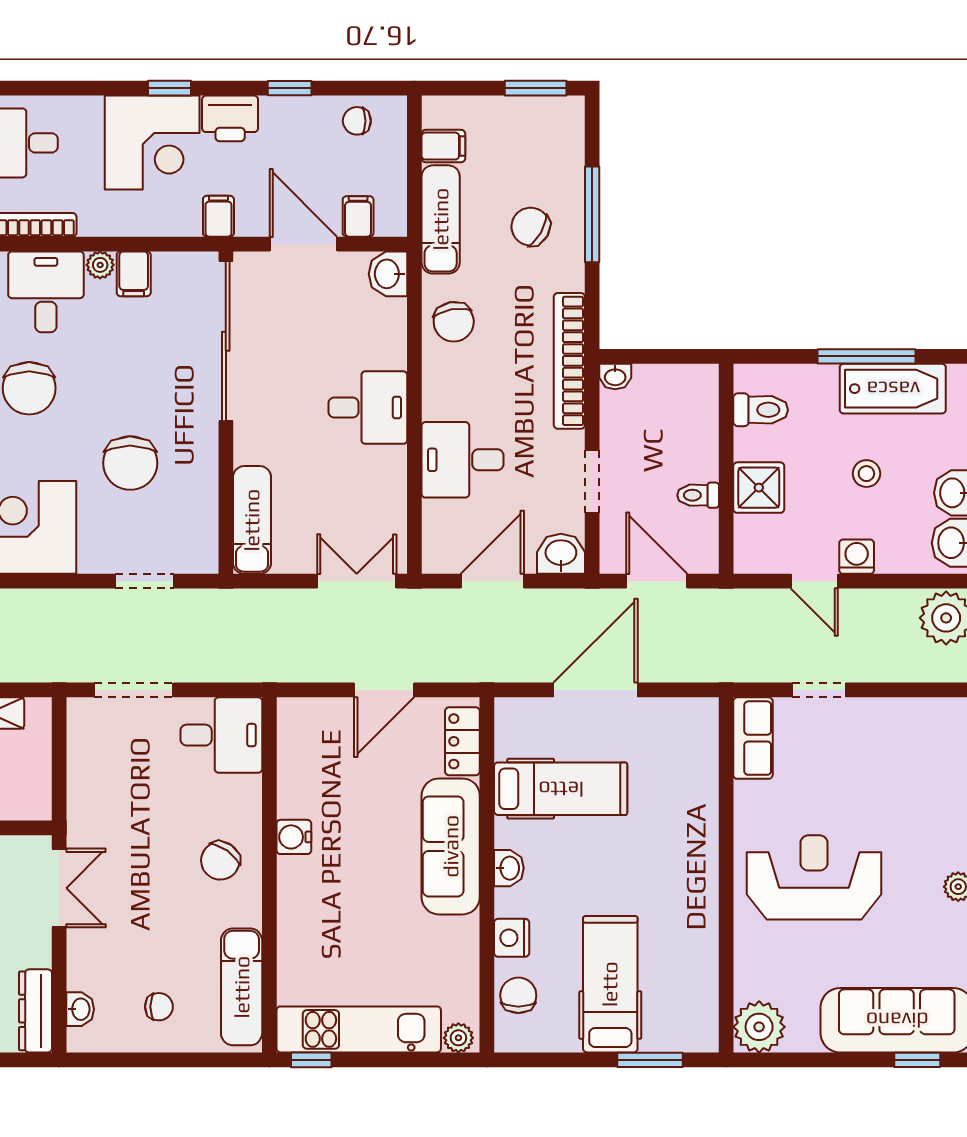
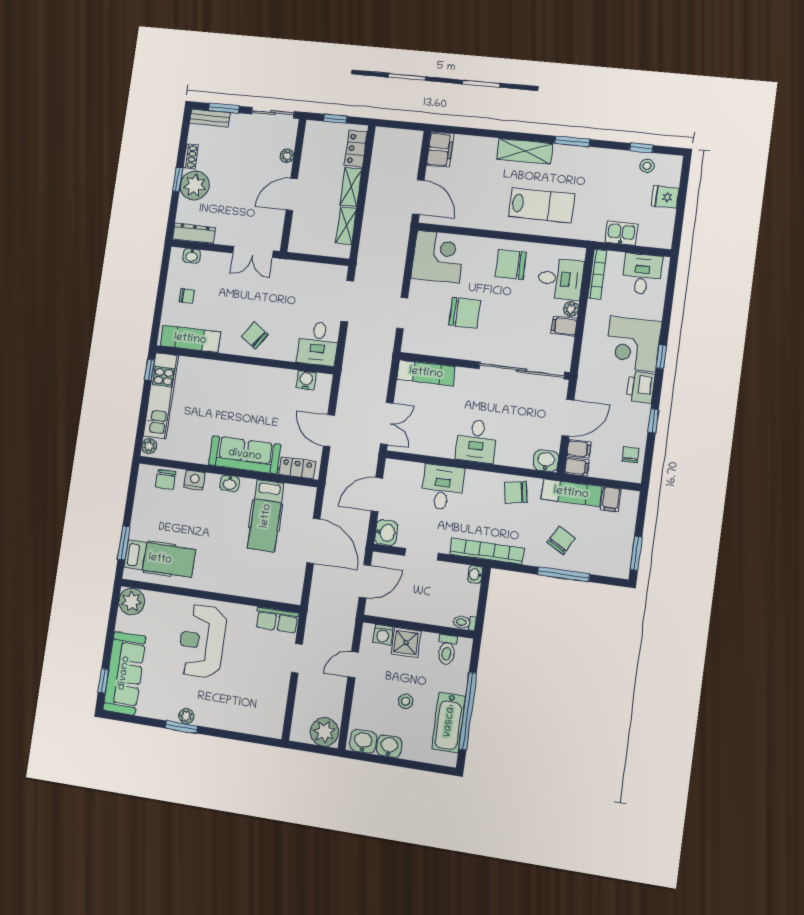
filing cabinet: (218, 216) -> (577, 467), moved
window: (867, 356) -> (468, 711), width x1.46
chair: (130, 463) -> (464, 313), turned 180
toilet: (698, 495) -> (464, 622), moved, turned -90
washing machine: (857, 557) -> (383, 635), moved, turned 90
door: (492, 581) -> (377, 495), swing flipped
water cooler: (294, 837) -> (306, 380), moved
reception desk: (814, 877) -> (202, 641), turned 180
hospital bed: (610, 984) -> (160, 559), moved
chair: (518, 995) -> (166, 480), turned 90
chair: (159, 1007) -> (187, 296), turned -90

